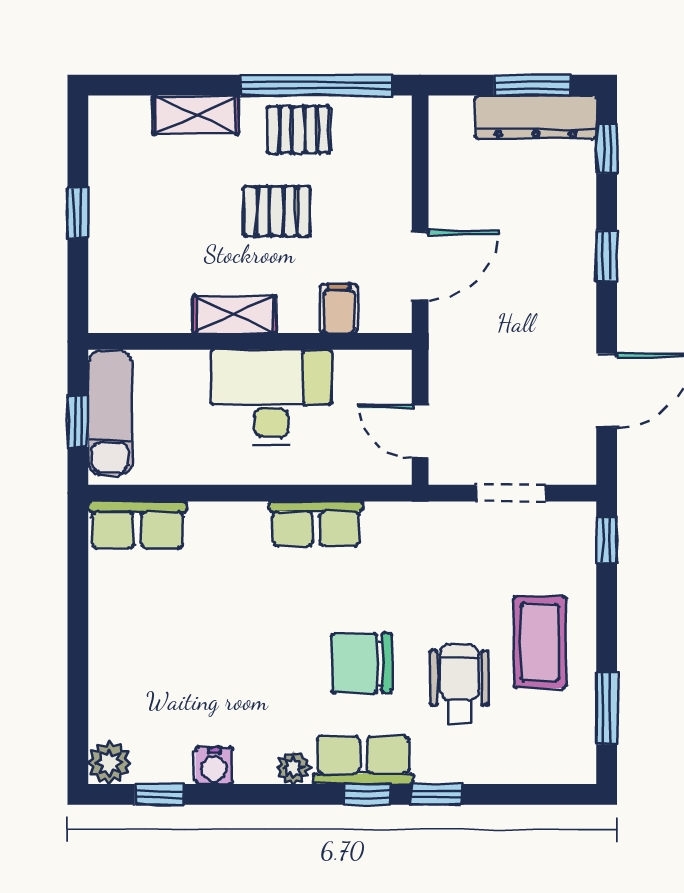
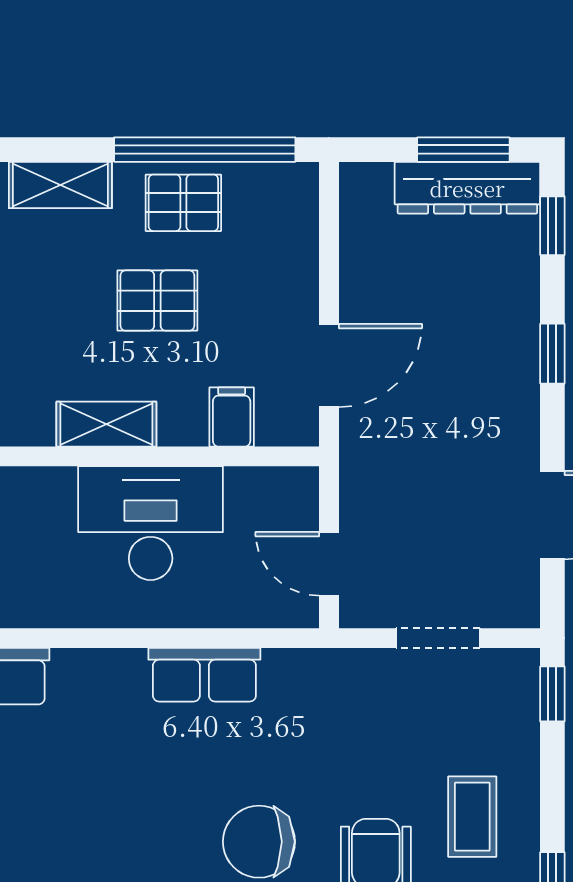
coffee table: (540, 642) -> (472, 817), width x0.73, depth x0.77

